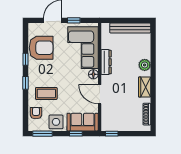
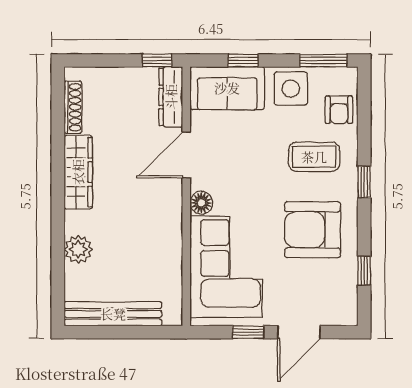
armchair: (41, 48) -> (313, 230), moved
window: (25, 59) -> (364, 271), moved
dresser: (106, 62) -> (171, 97), moved
plant: (145, 65) -> (78, 249), moved
wardrobe: (145, 87) -> (78, 172), width x1.50
door: (100, 94) -> (186, 155), swing flipped

